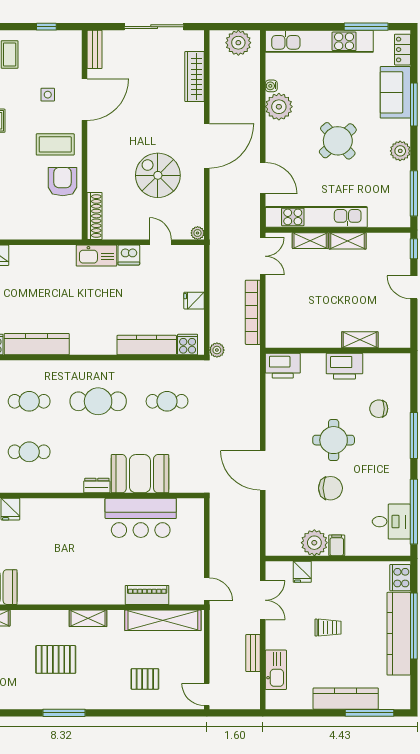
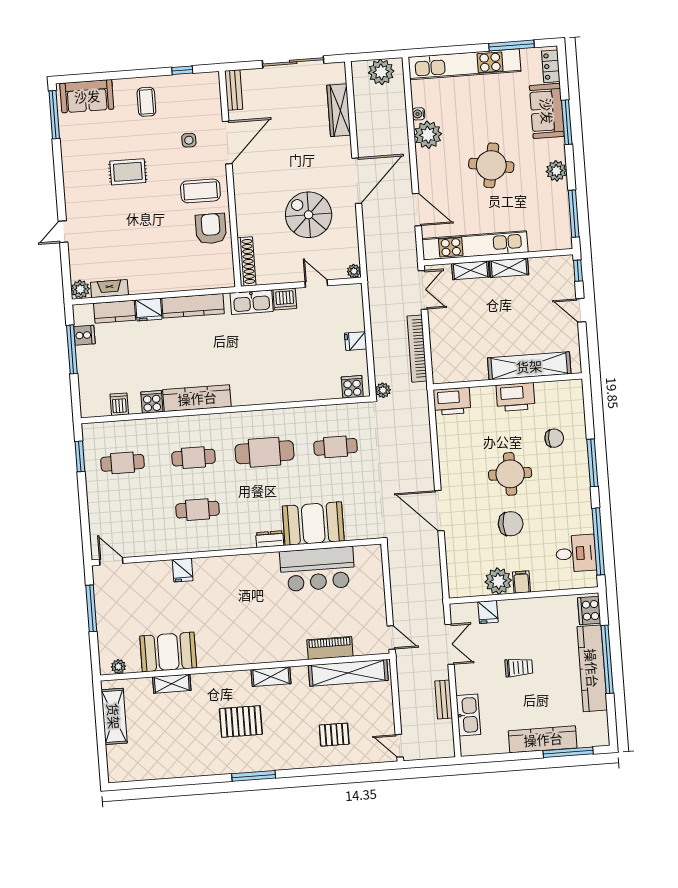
round table: (338, 141) -> (491, 165), turned -38
shelving: (360, 340) -> (529, 366), width x2.20, depth x1.33
kitchen counter: (147, 345) -> (193, 306), moved, turned 180
chair: (379, 409) -> (554, 438), turned 180

